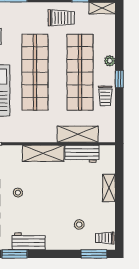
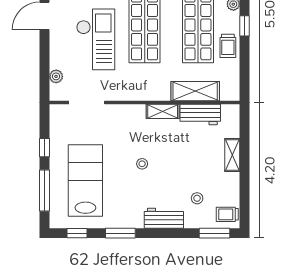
shelving: (43, 153) -> (163, 111), width x0.67, depth x0.75
stool: (18, 193) -> (142, 164), moved
workbench: (29, 241) -> (164, 218), moved

